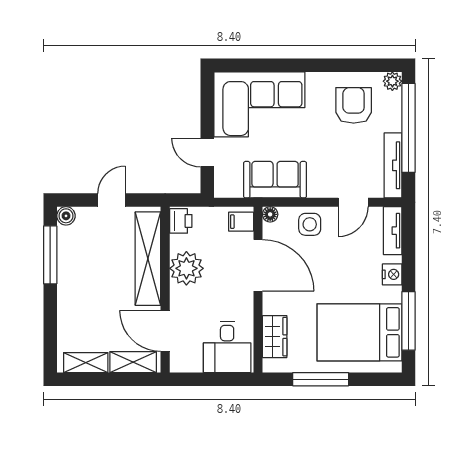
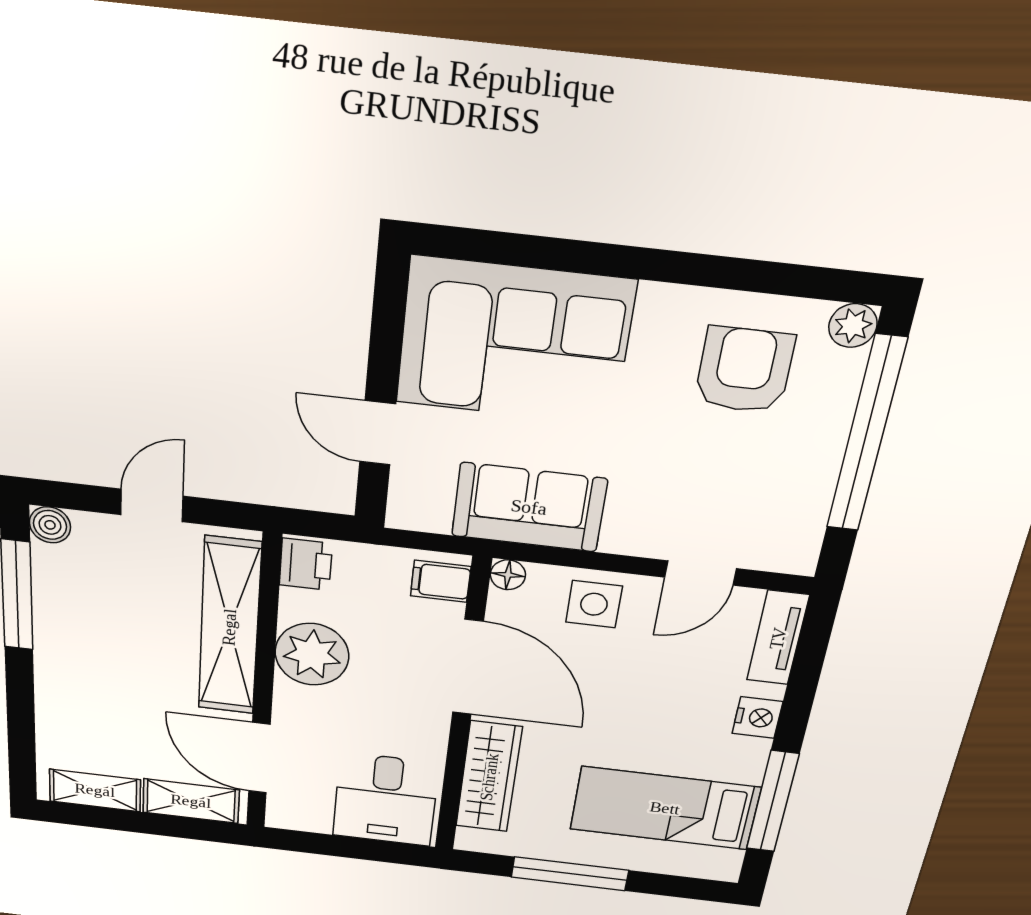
tv unit: (393, 165) -> (810, 510), removed
bed: (359, 332) -> (665, 808), width x0.67
wardrobe: (275, 337) -> (489, 777), width x1.50

